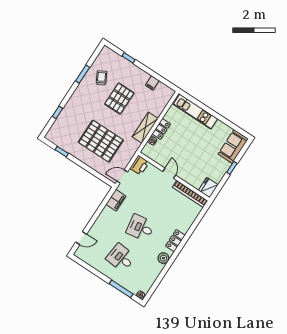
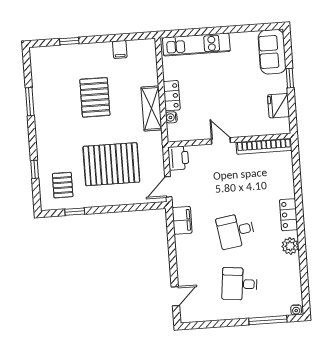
trolley: (101, 78) -> (55, 89), removed
pallet: (66, 132) -> (63, 185), added
fridge: (208, 188) -> (279, 106), moved

